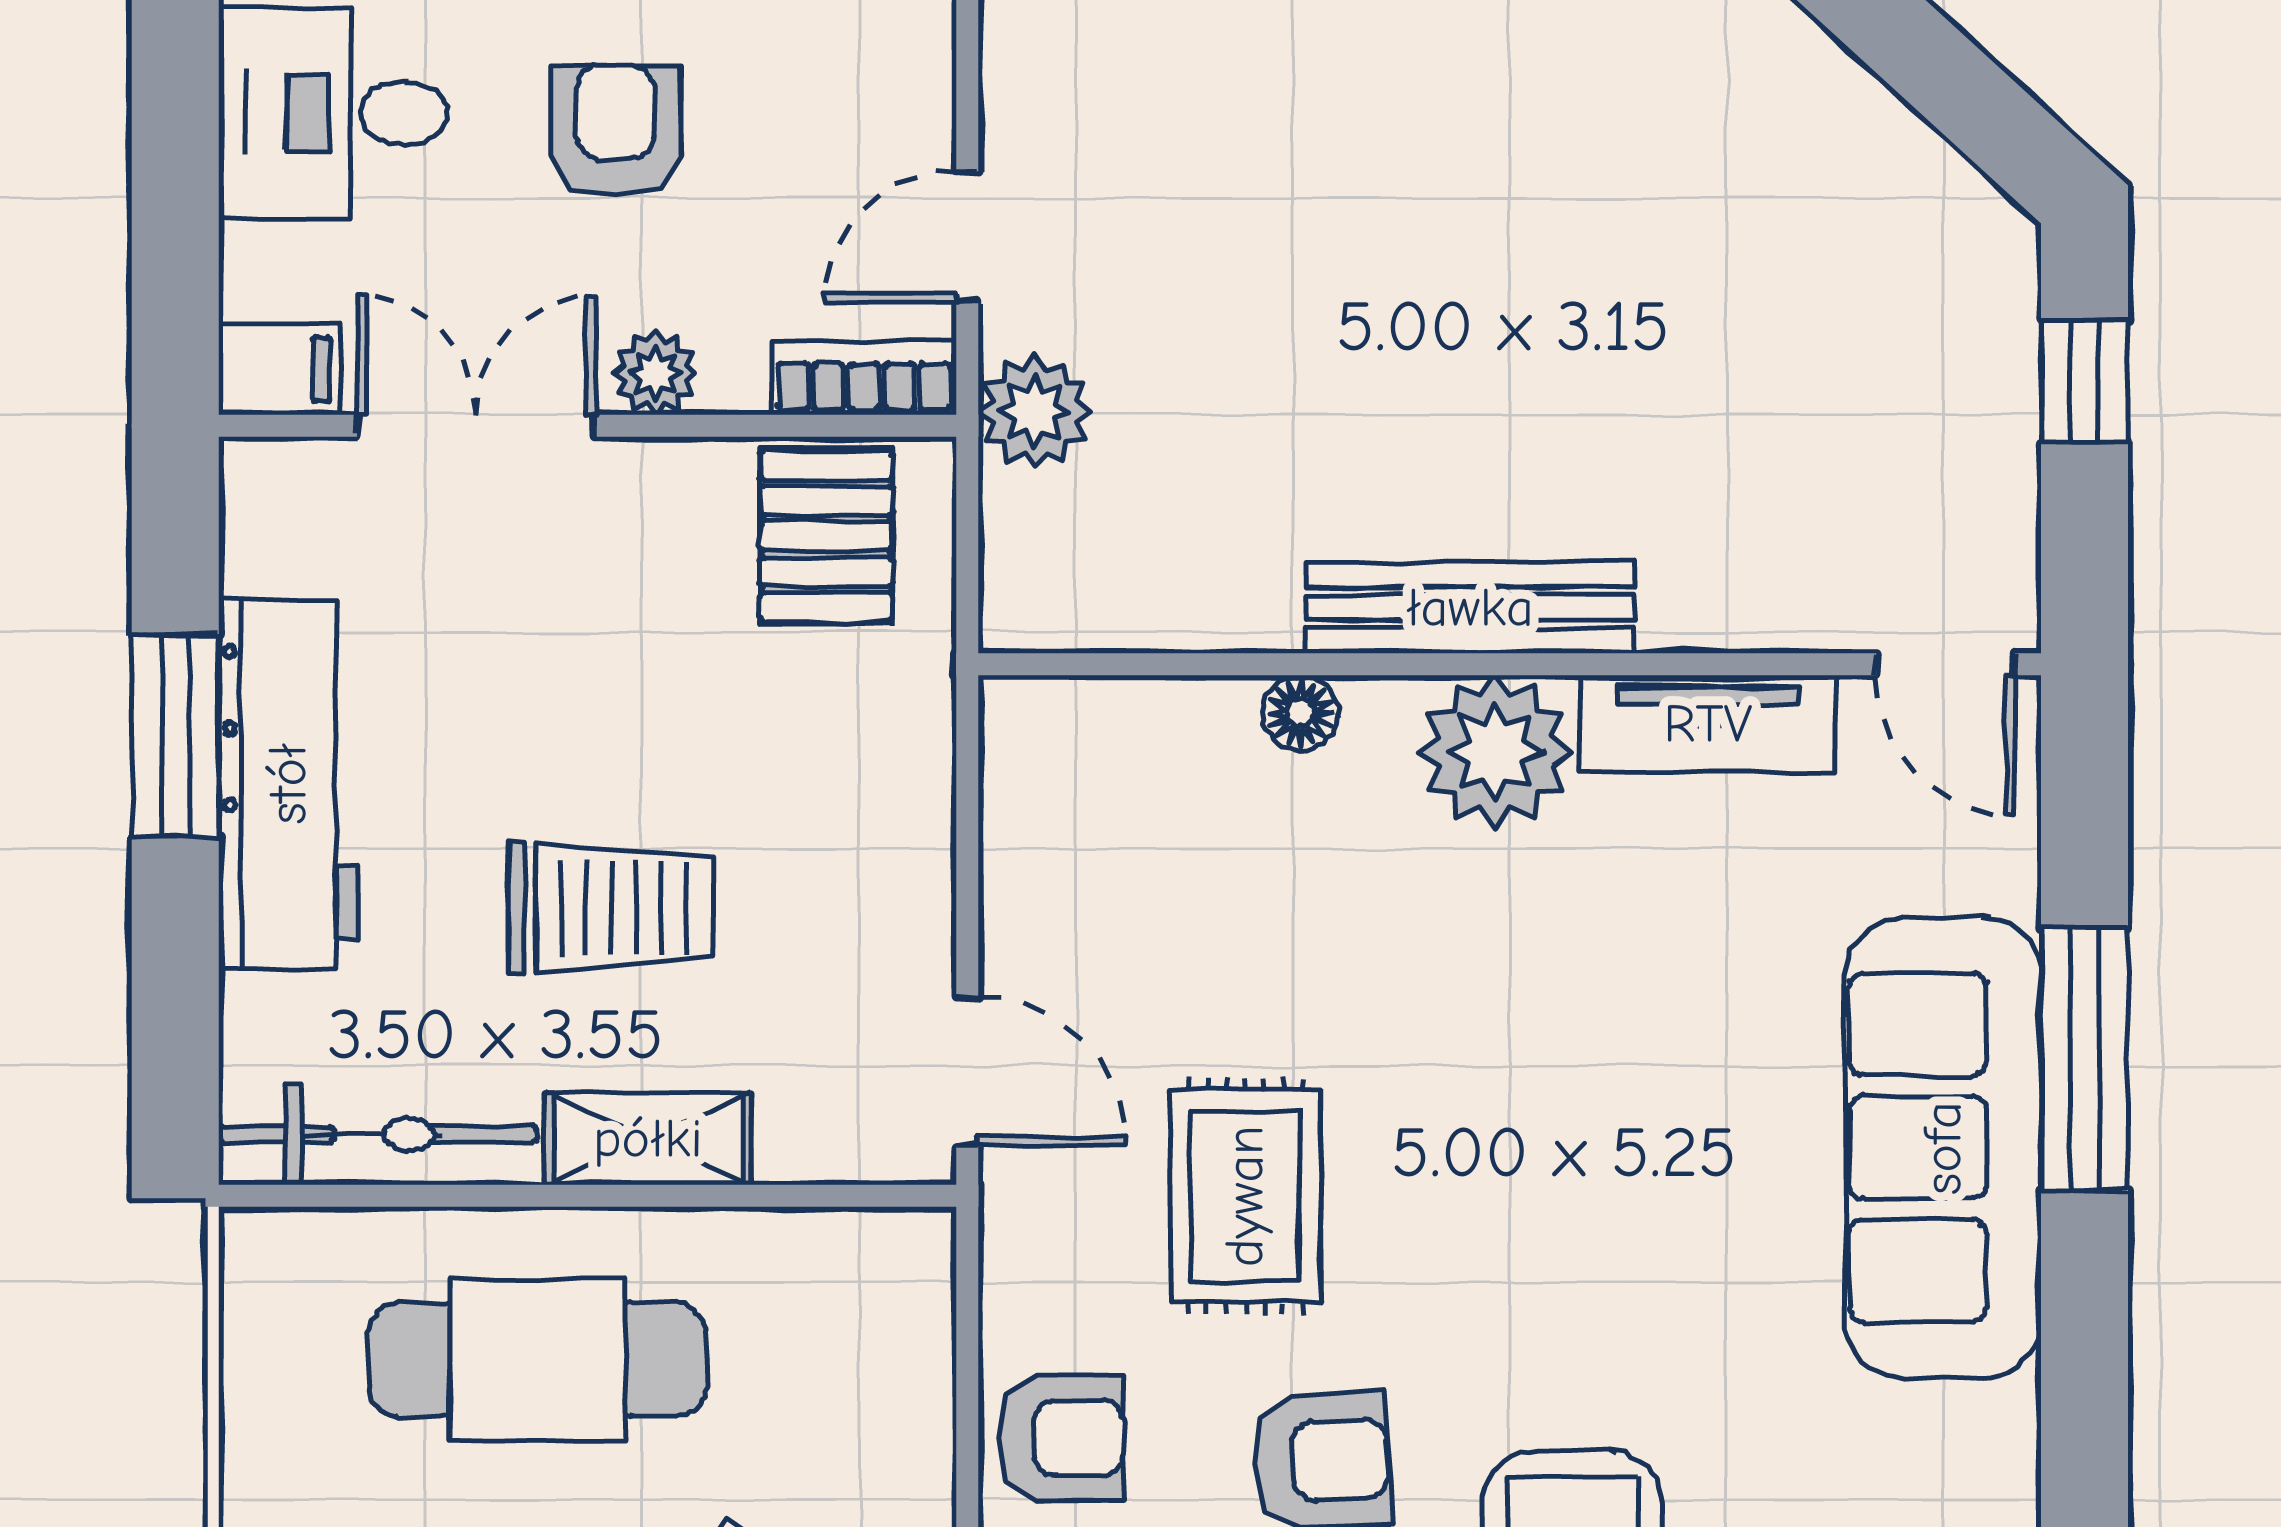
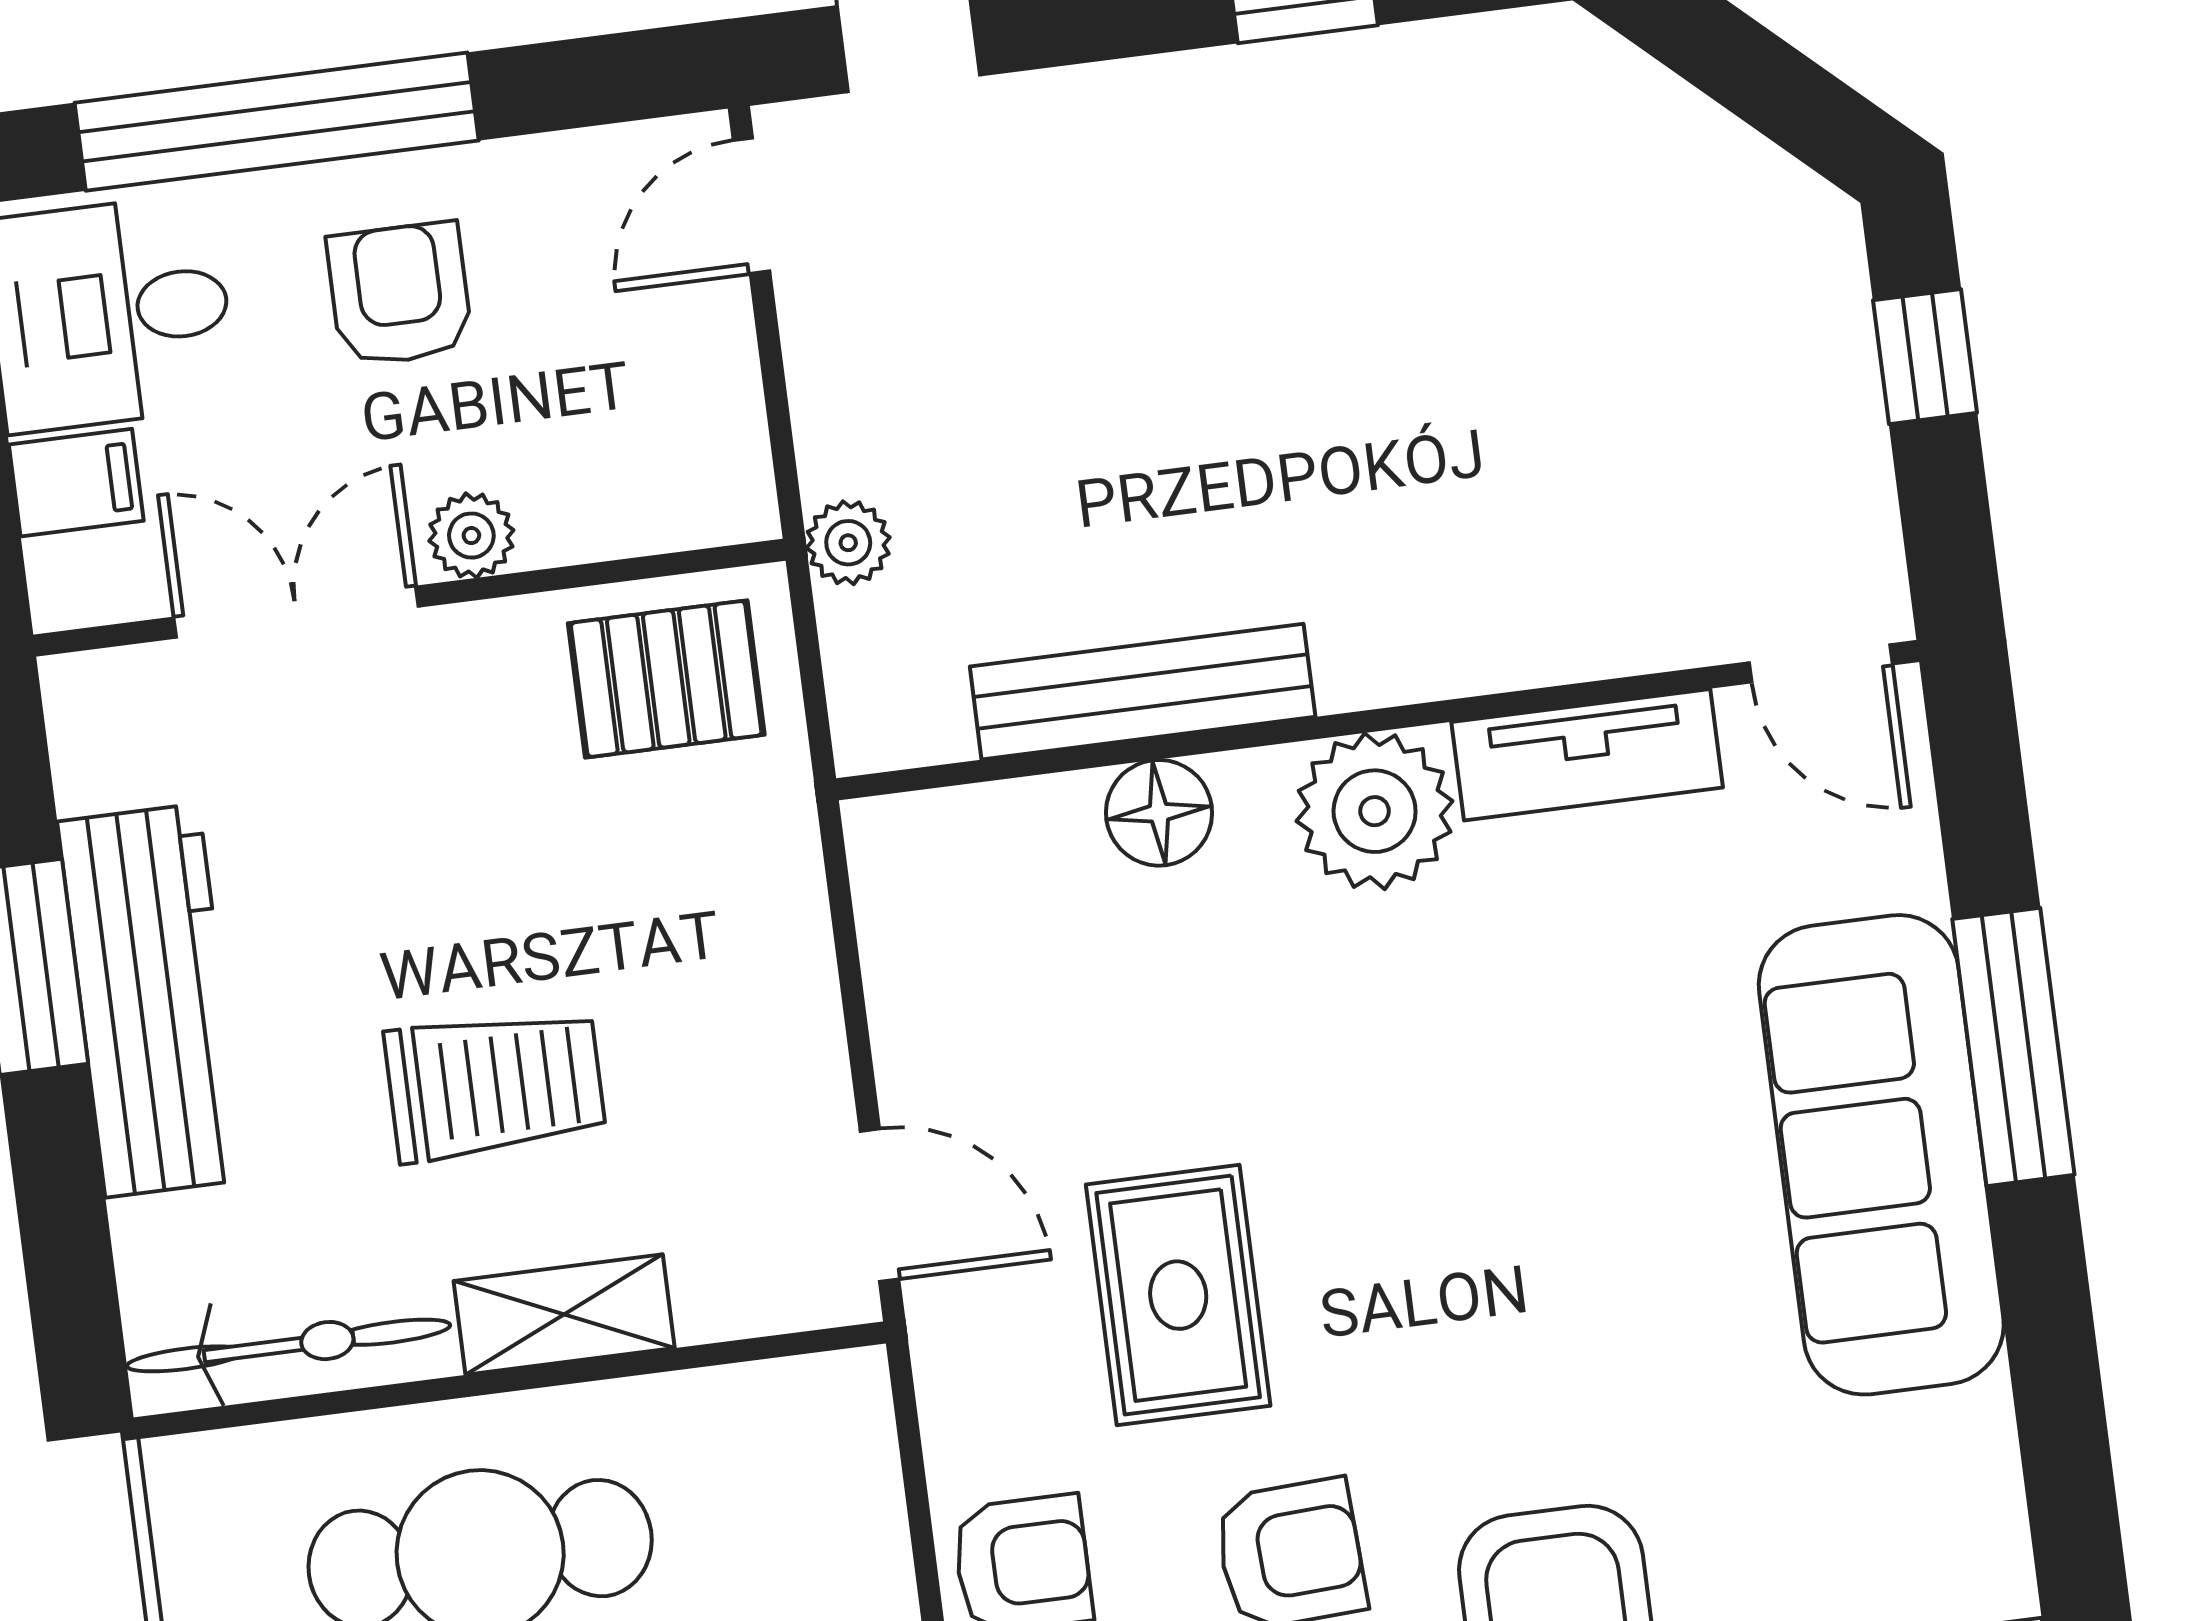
door: (967, 237) -> (751, 206), moved
filing cabinet: (279, 369) -> (76, 483), moved
bookcase: (864, 378) -> (684, 513), removed
plant: (1035, 412) -> (848, 543), width x0.73, depth x0.73
pallet: (826, 536) -> (666, 679), turned 90
bench: (1470, 608) -> (1143, 692), moved
floor lamp: (1300, 713) -> (1159, 813), width x1.37, depth x1.37

